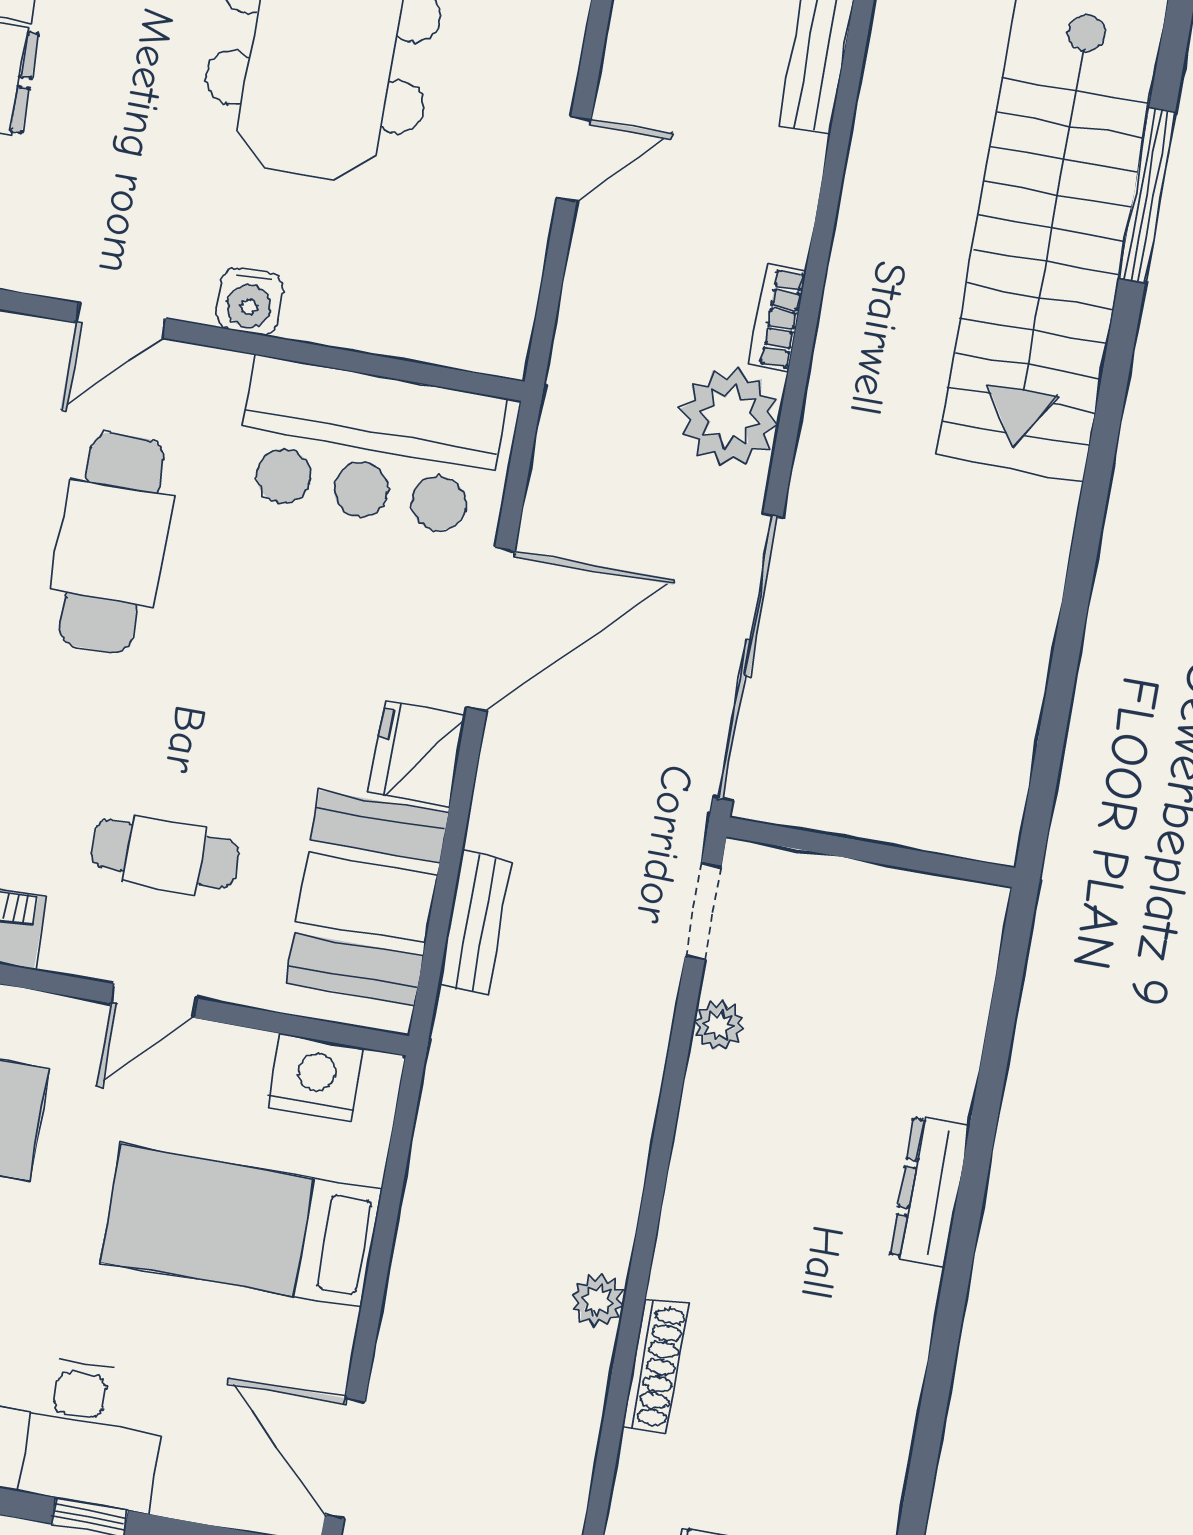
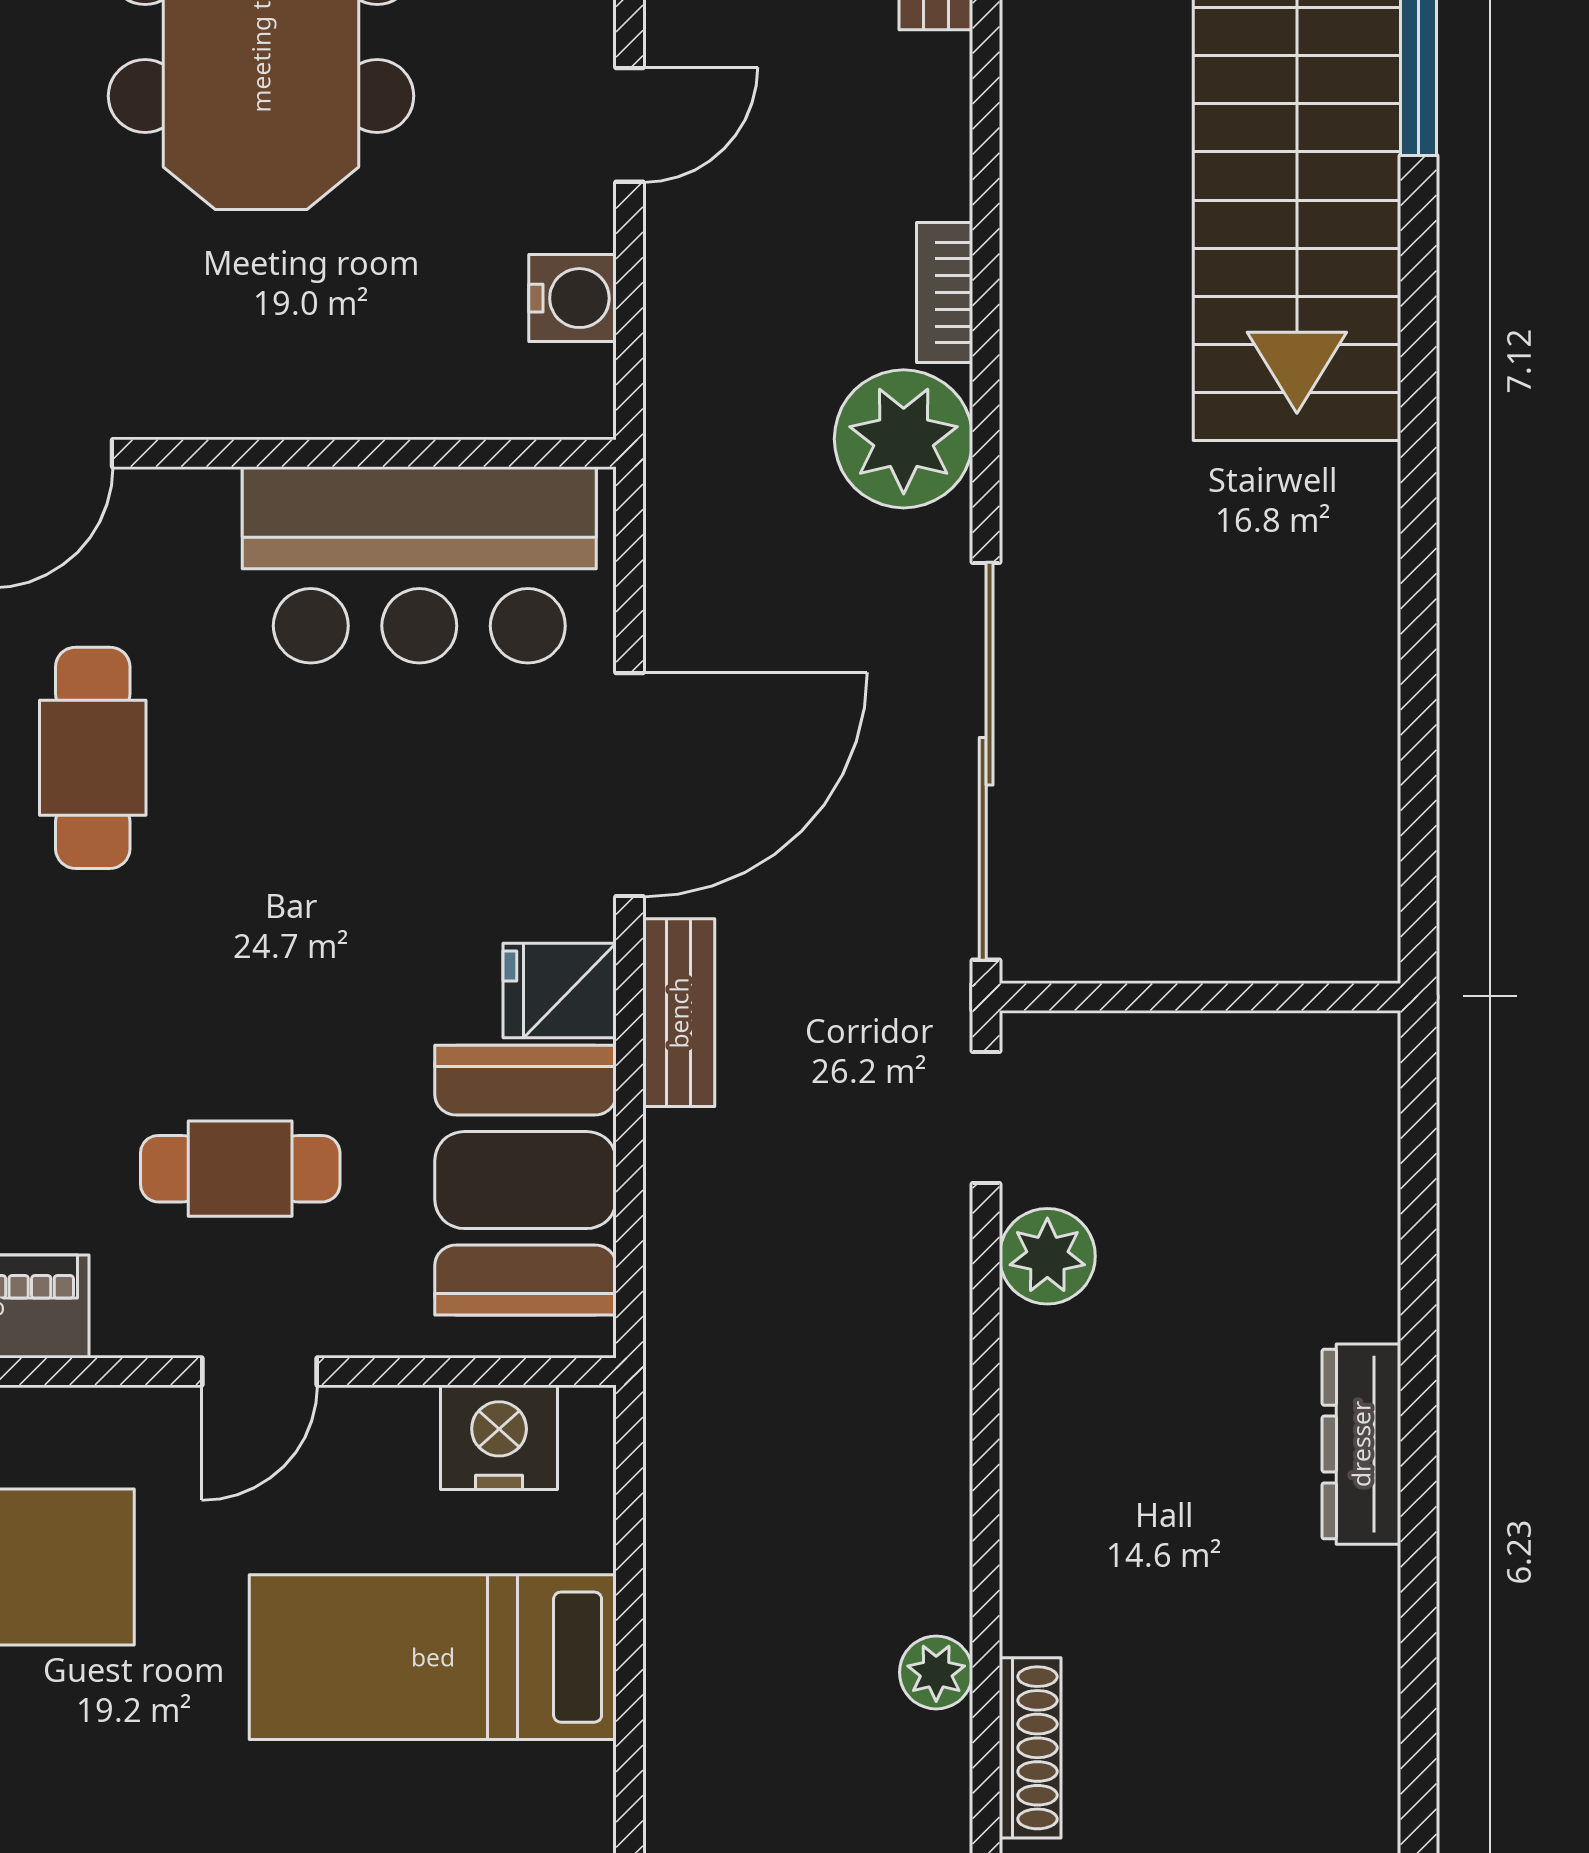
water cooler: (250, 301) -> (572, 298), moved, turned -90
cafe table: (112, 543) -> (93, 758), width x0.73, depth x0.74
fridge: (417, 754) -> (560, 991), width x0.72
bench: (475, 923) -> (679, 1013), moved
plant: (718, 1025) -> (1047, 1256), width x1.38, depth x1.38

